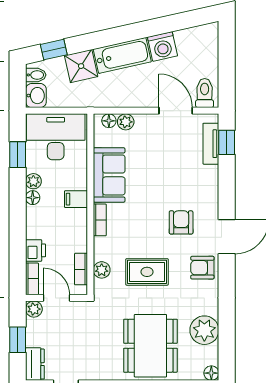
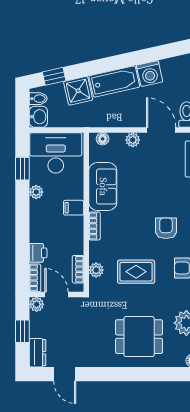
plant: (126, 122) -> (133, 140), moved
floor lamp: (33, 198) -> (36, 206), removed
dining table: (150, 346) -> (139, 337), width x0.73

